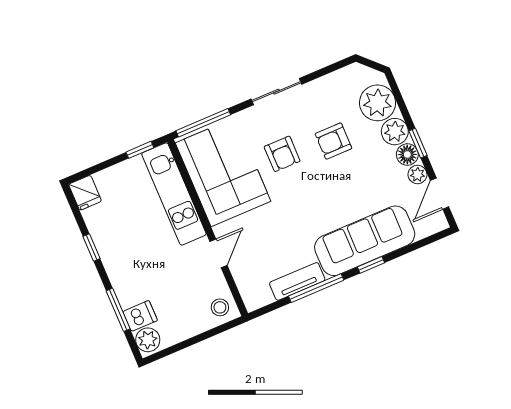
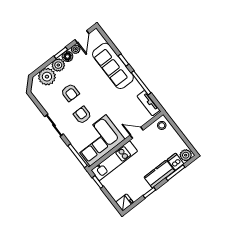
armchair: (282, 154) -> (82, 115), turned -90
door: (440, 194) -> (82, 37), hinge flipped
kitchen counter: (124, 277) -> (159, 174), added
tv unit: (297, 281) -> (148, 103), moved

